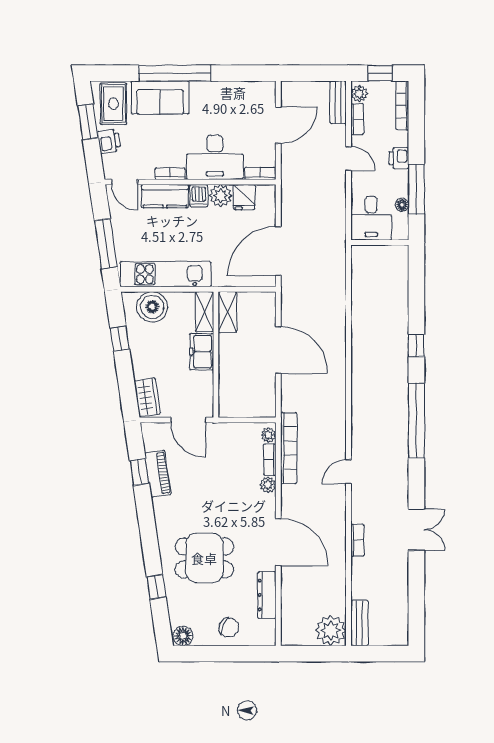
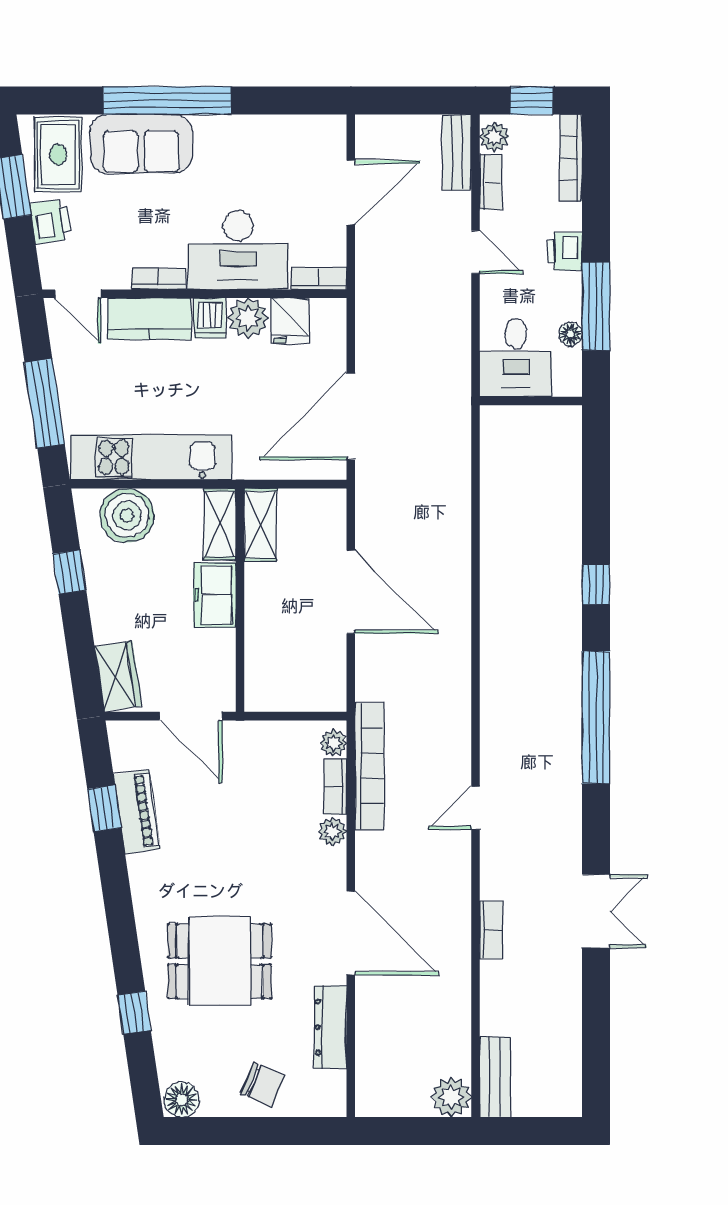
plant: (331, 630) -> (451, 1097), width x0.73, depth x0.73

